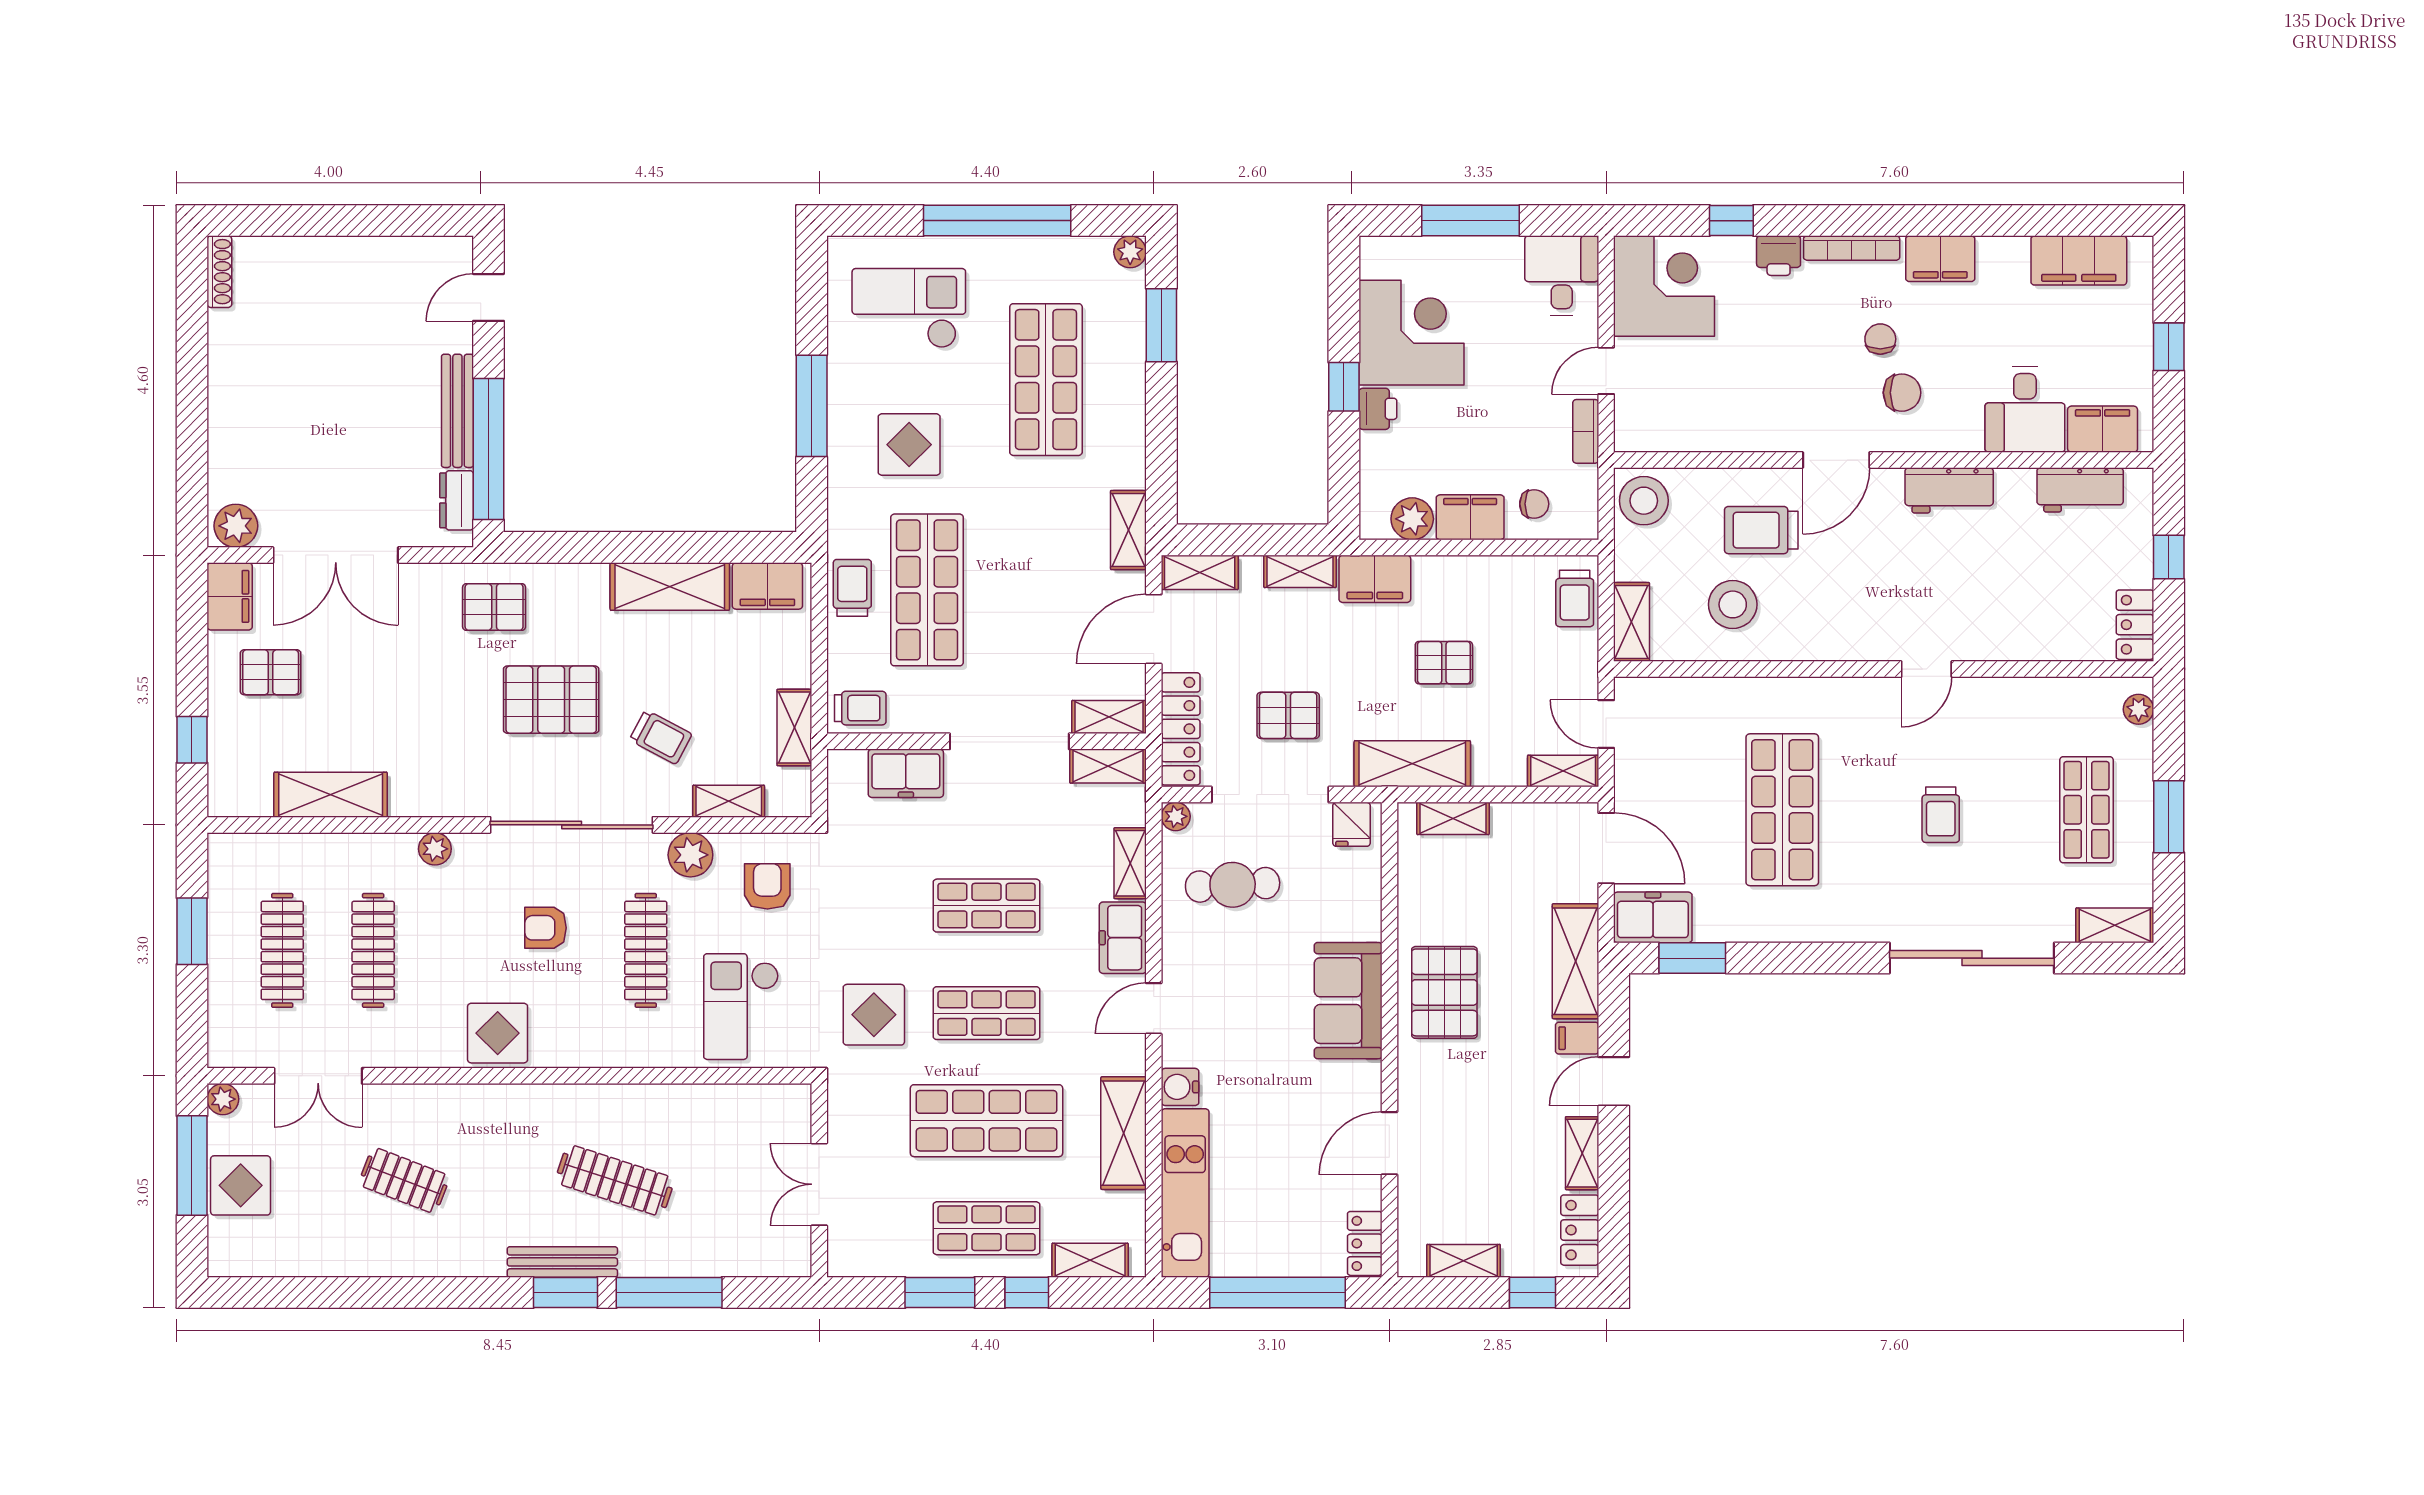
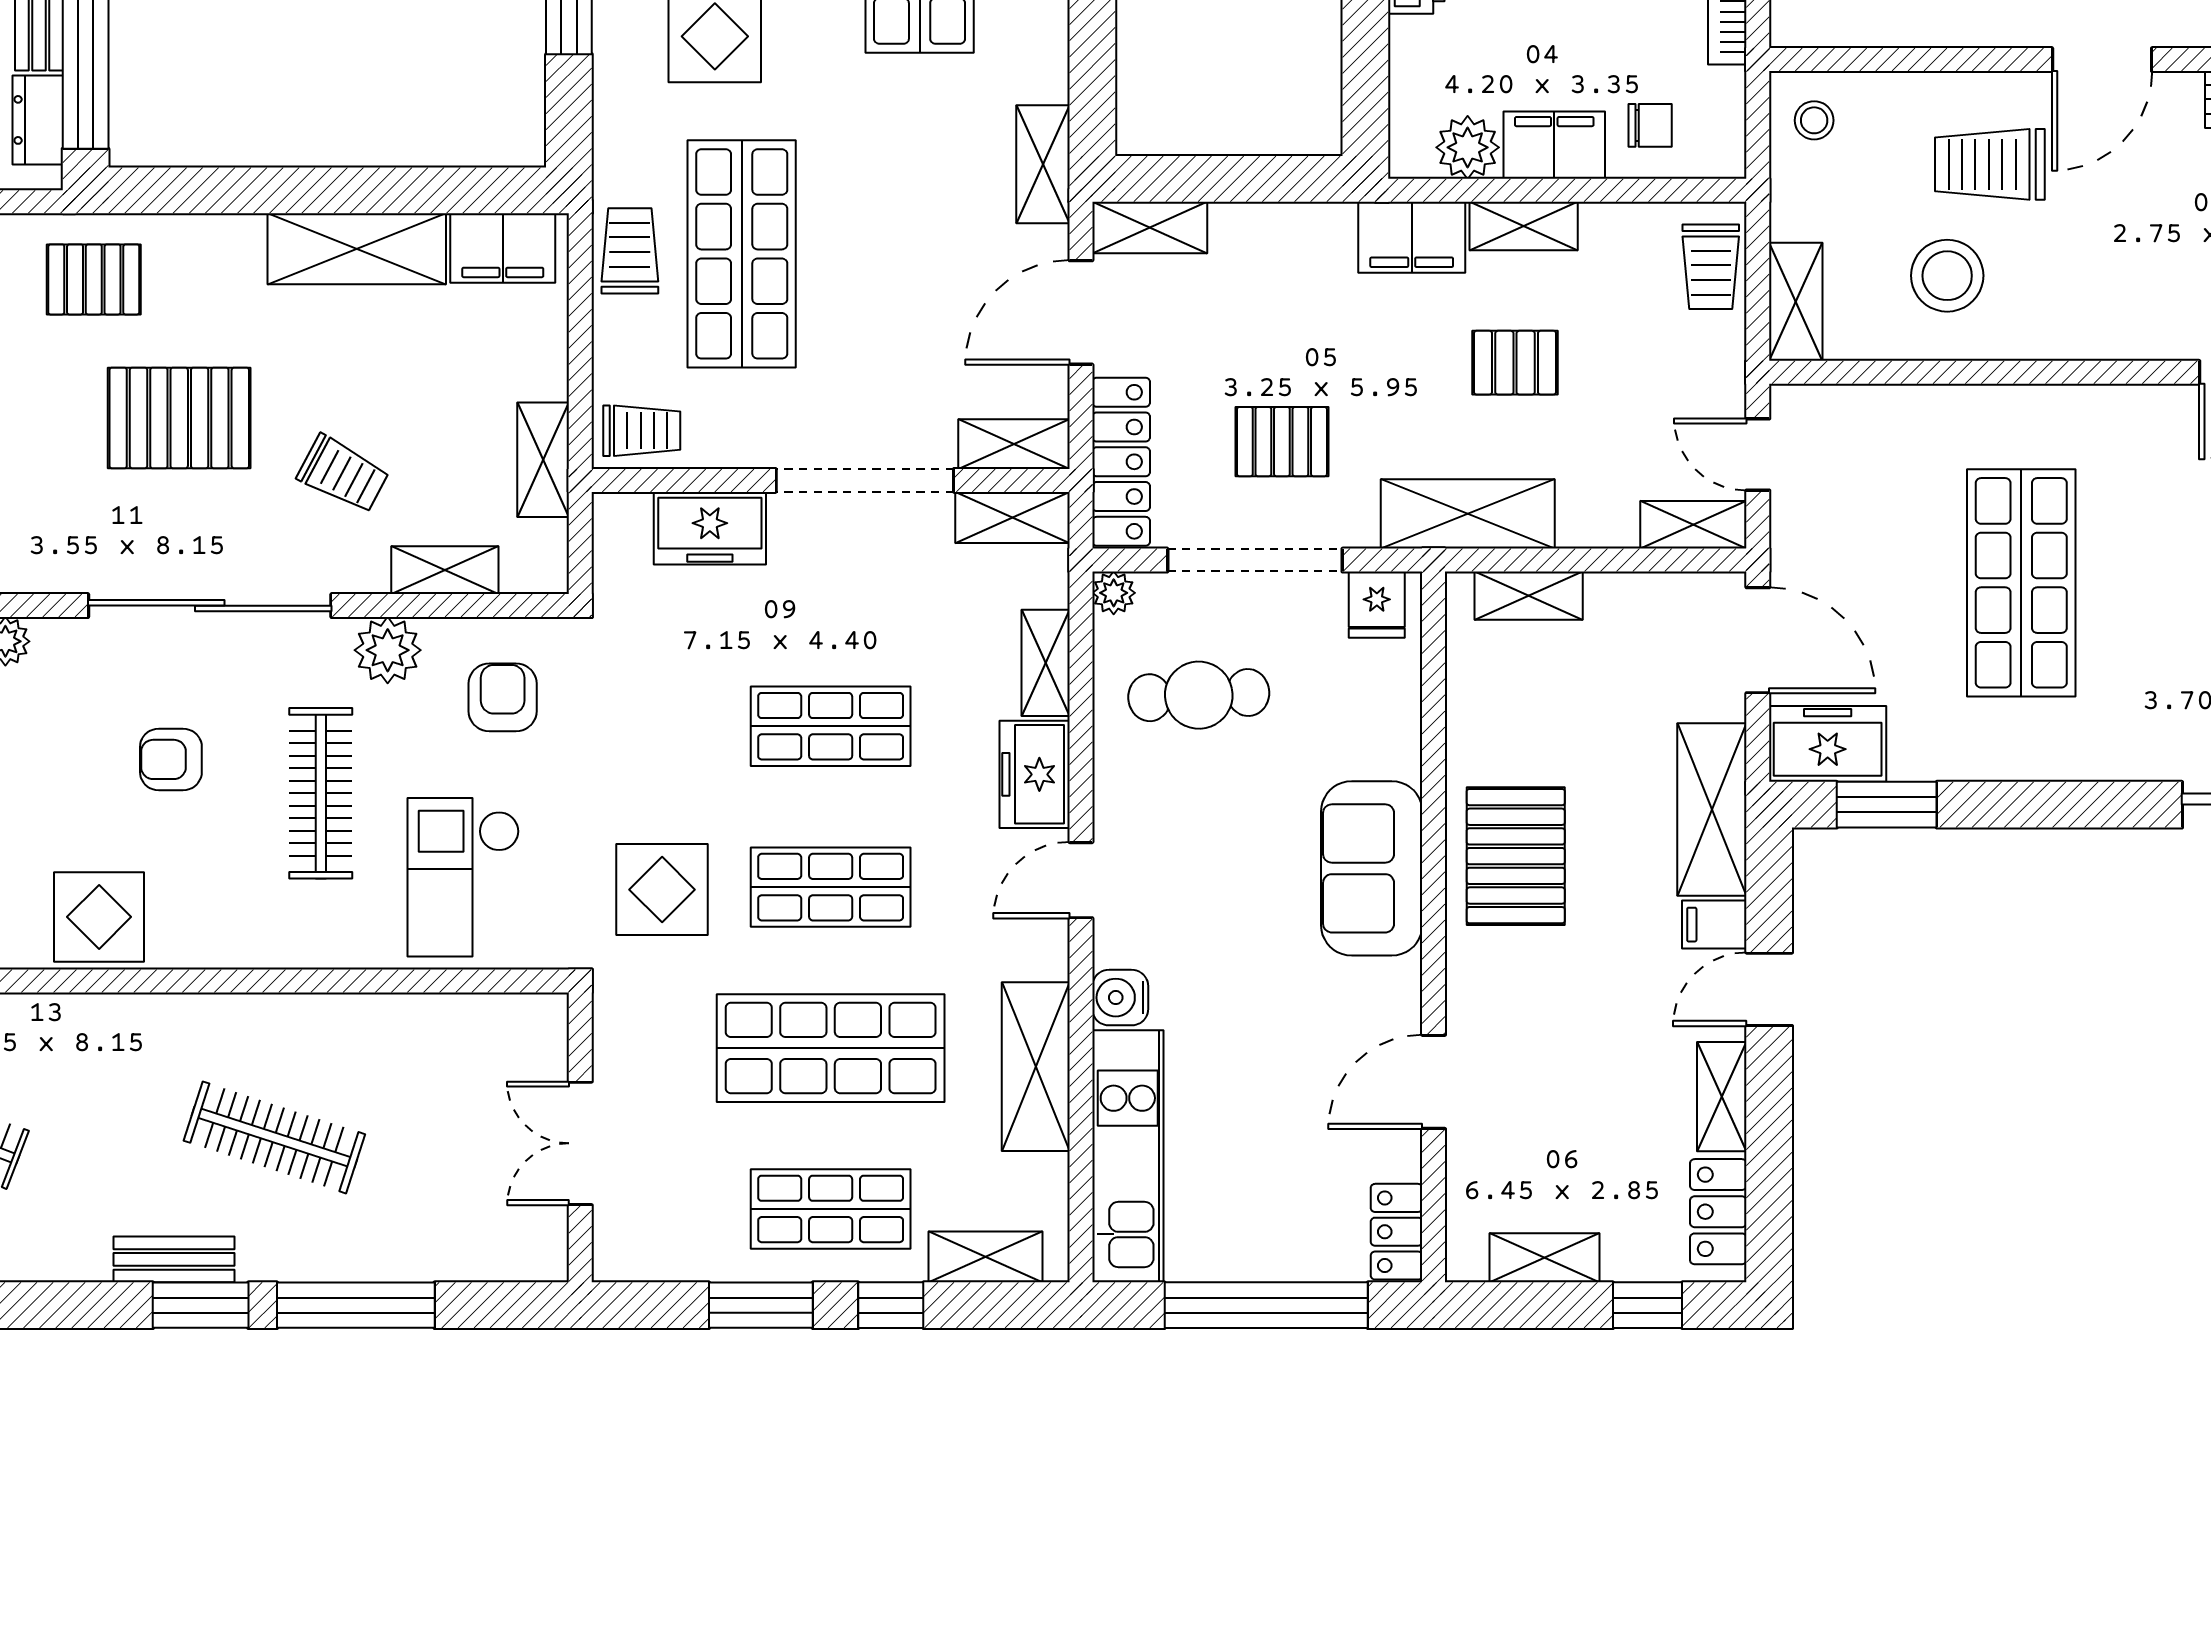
stool: (1644, 501) -> (1814, 120), width x0.53, depth x0.53
shelving: (1300, 571) -> (1524, 226), moved
bench: (562, 1262) -> (174, 1259), width x0.73

